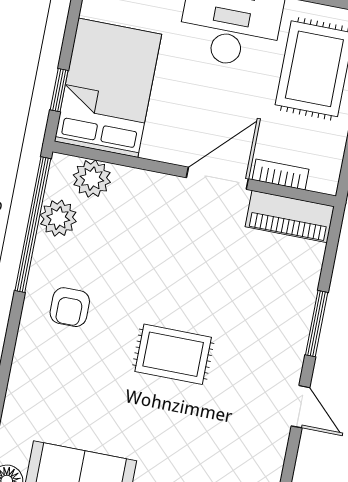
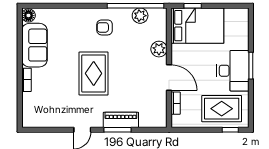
plant: (92, 179) -> (159, 49), moved
piano: (290, 217) -> (121, 120), moved, turned 90
rug: (173, 354) -> (94, 73), width x1.36, depth x1.43

